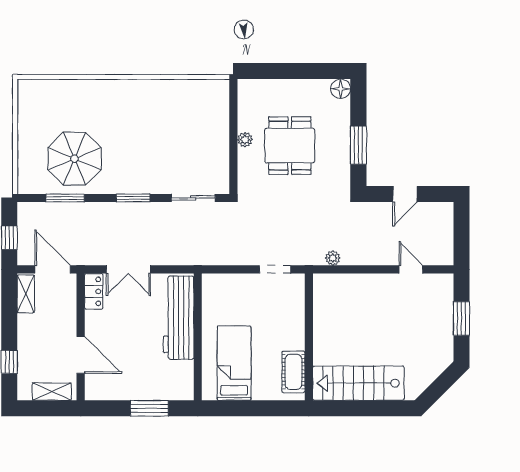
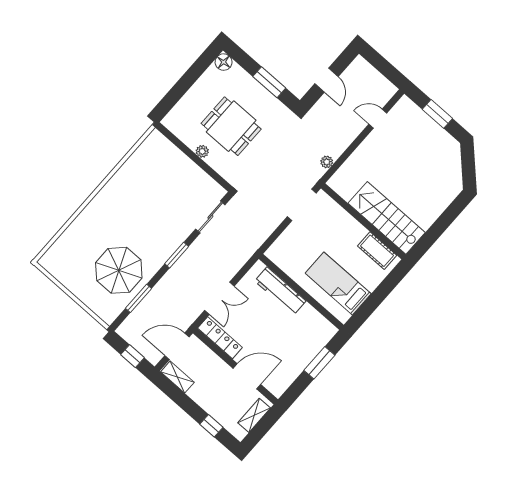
doorway: (275, 269) -> (302, 205), width x1.38
locker: (94, 291) -> (220, 338), width x1.53
workbench: (179, 318) -> (280, 291), width x0.73, depth x0.76
stairs: (358, 383) -> (387, 218), moved, turned 90

